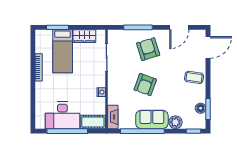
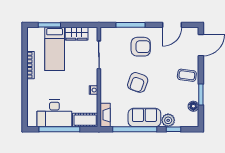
armchair: (148, 49) -> (141, 47), turned 107
window: (208, 109) -> (201, 94), moved
window: (194, 131) -> (173, 129), moved

